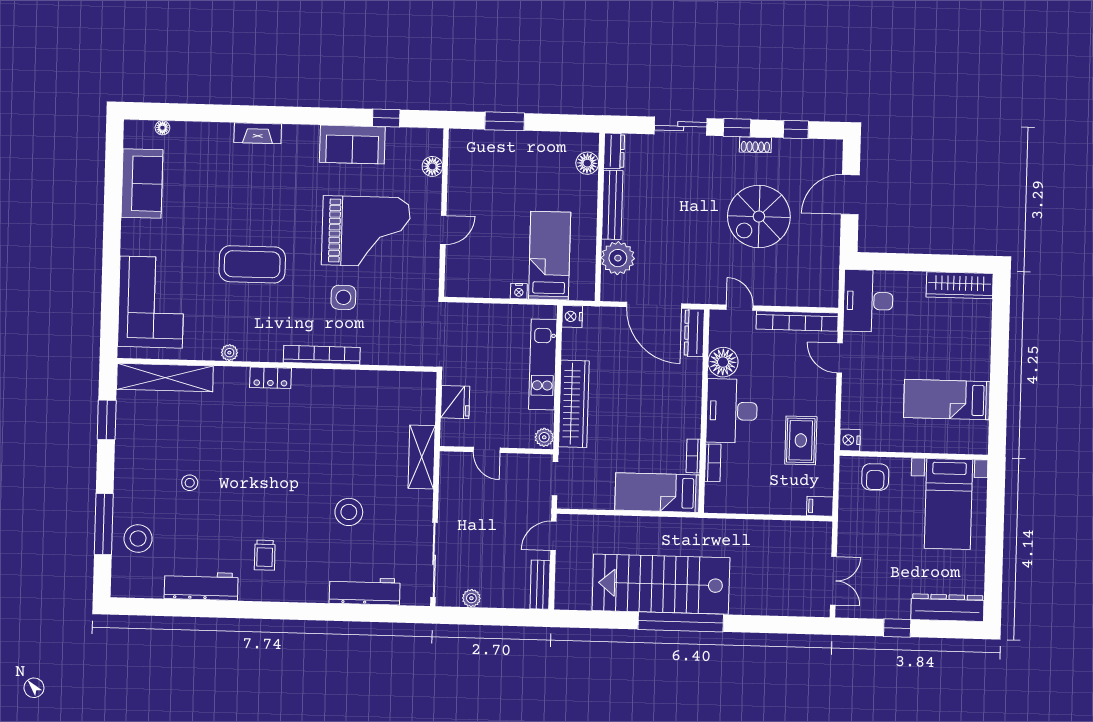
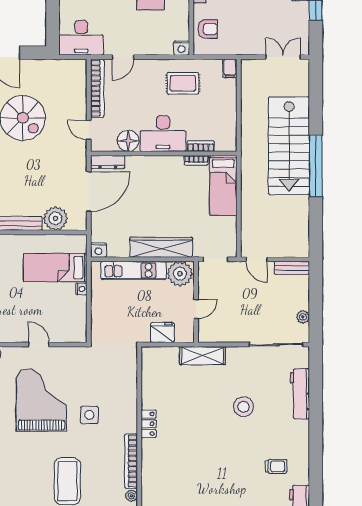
door: (740, 308) -> (89, 130), hinge flipped
bookcase: (322, 355) -> (131, 461), moved
locker: (271, 378) -> (149, 424), moved
plant: (544, 437) -> (180, 274), width x1.87, depth x1.87
stairs: (661, 584) -> (289, 146), moved

